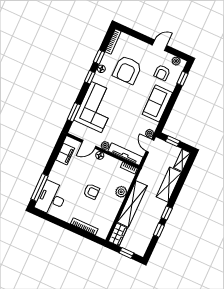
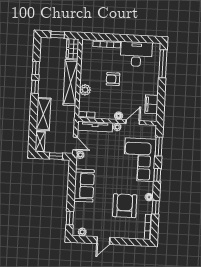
armchair: (162, 73) -> (91, 216), removed
window: (90, 77) -> (157, 175), moved
desk: (51, 198) -> (136, 54), moved, turned -90

